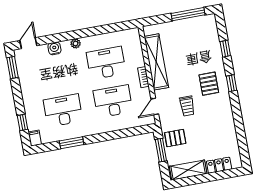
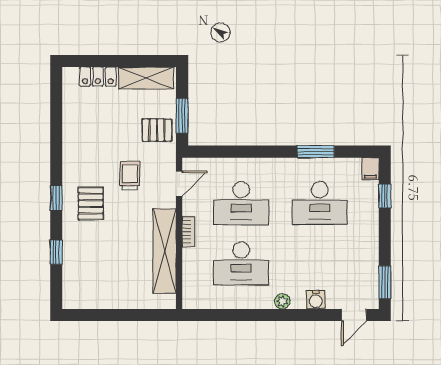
window: (188, 14) -> (103, 315), removed

